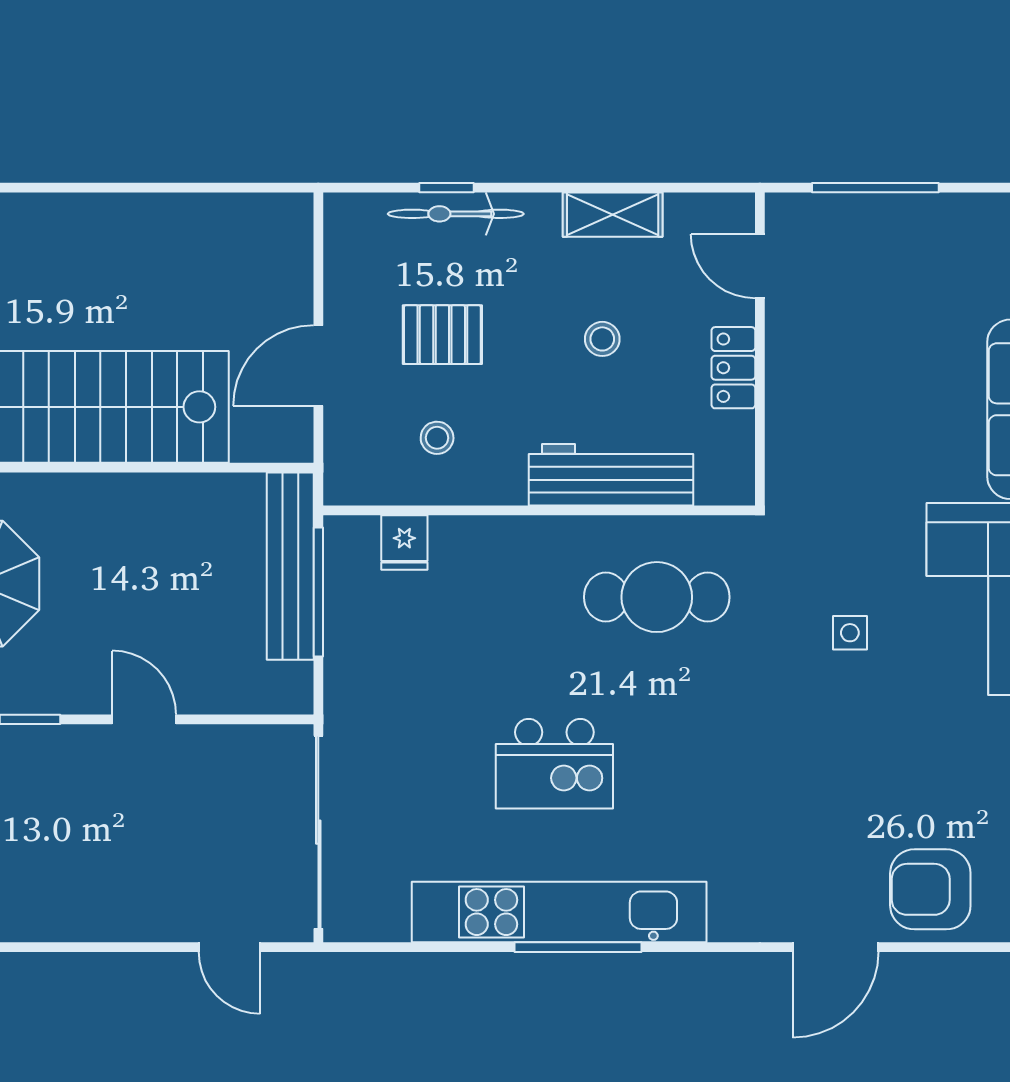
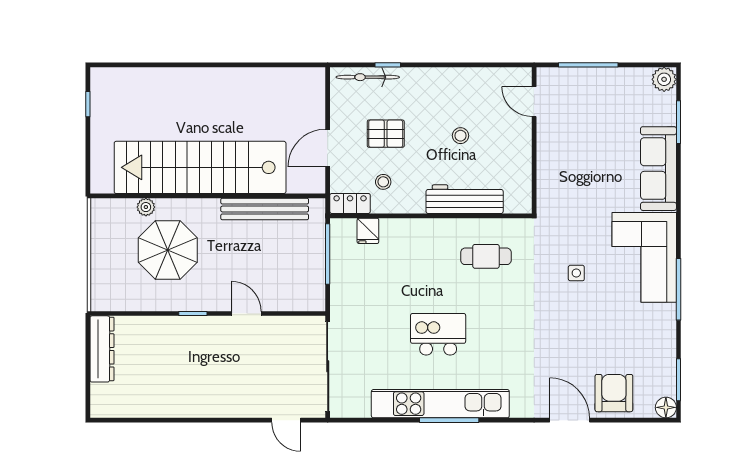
bicycle: (456, 214) -> (368, 77), moved
shelving: (613, 215) -> (465, 78), removed
locker: (733, 368) -> (350, 203), moved, turned 90
bench: (290, 566) -> (265, 209), moved, turned 90
cafe table: (657, 597) -> (486, 256), width x0.73, depth x0.74
kitchen island: (554, 764) -> (438, 334), turned 180
armchair: (930, 889) -> (614, 393), turned 90
door: (835, 947) -> (570, 420), swing flipped

